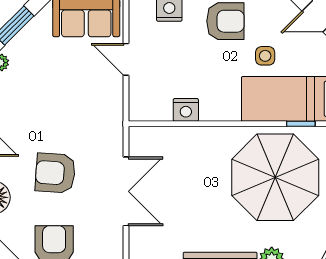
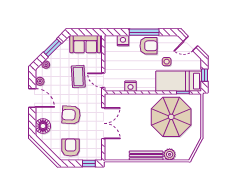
door: (126, 59) -> (103, 80), moved
coffee table: (71, 89) -> (78, 76), added

